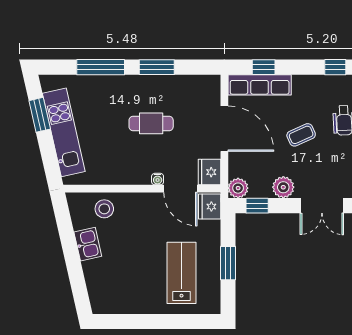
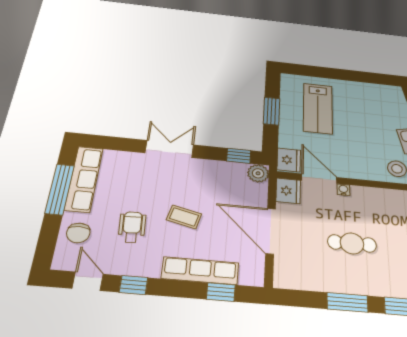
row of seats: (260, 85) -> (200, 271), moved
coffee table: (301, 135) -> (184, 217), turned 38
plant: (283, 187) -> (209, 169), removed

